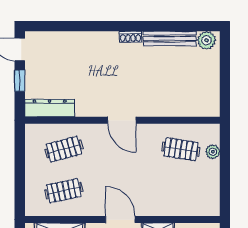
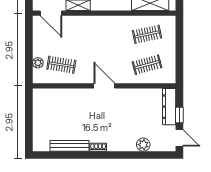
plant: (206, 40) -> (143, 145), moved
dresser: (50, 108) -> (169, 107), moved, turned 90
door: (120, 220) -> (51, 13), moved

